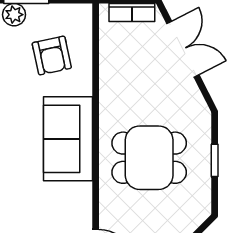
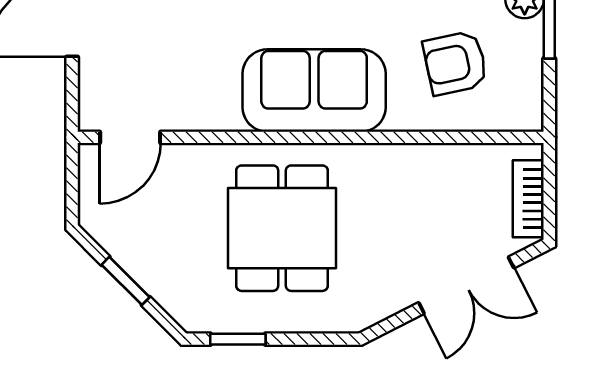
window: (215, 160) -> (238, 339), moved

